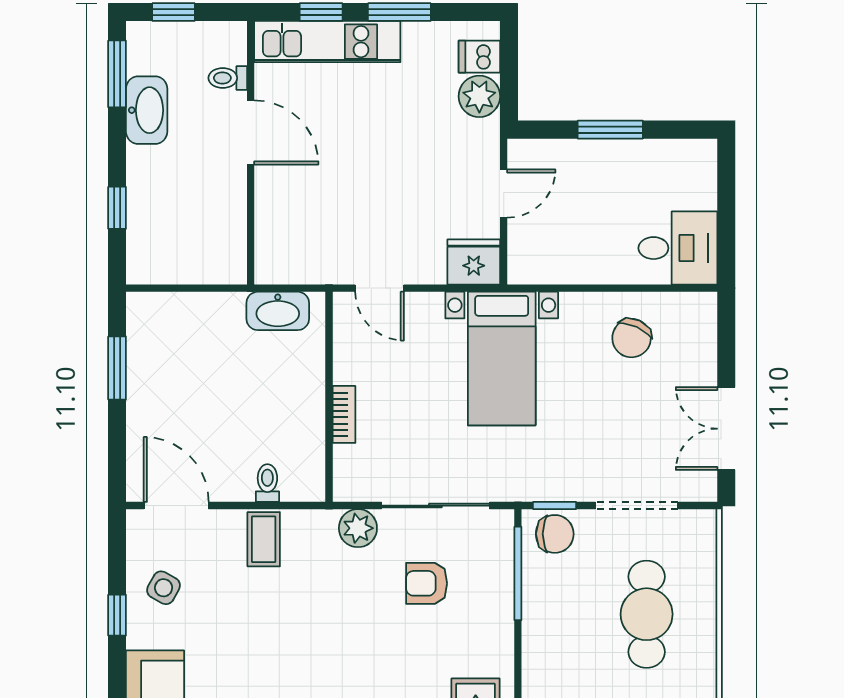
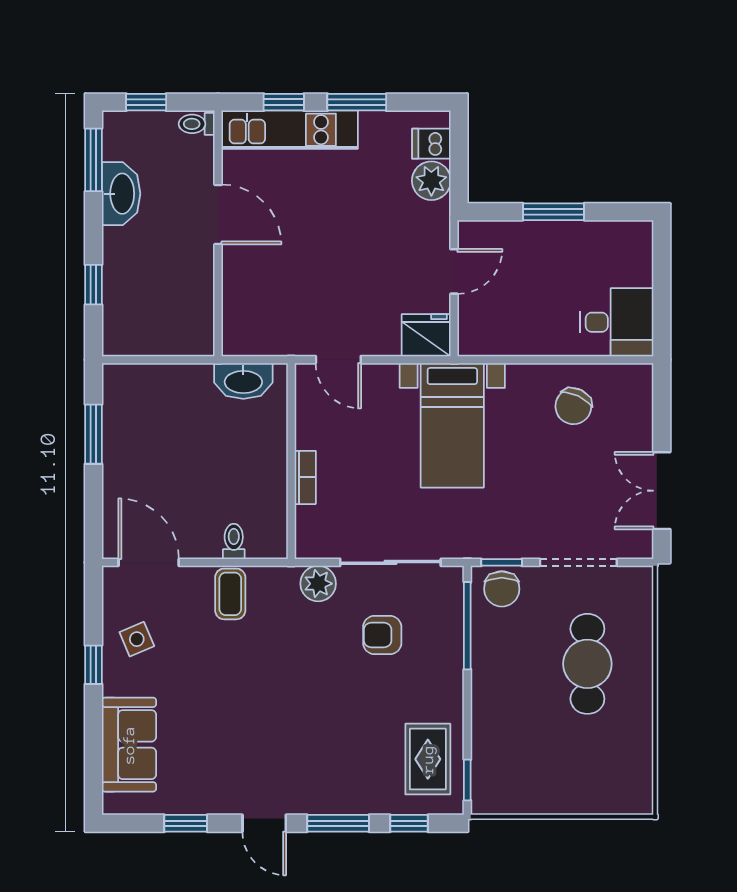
toilet: (228, 78) -> (197, 124), moved
chair: (555, 534) -> (502, 589), turned 90
side table: (164, 588) -> (137, 639), turned 38

